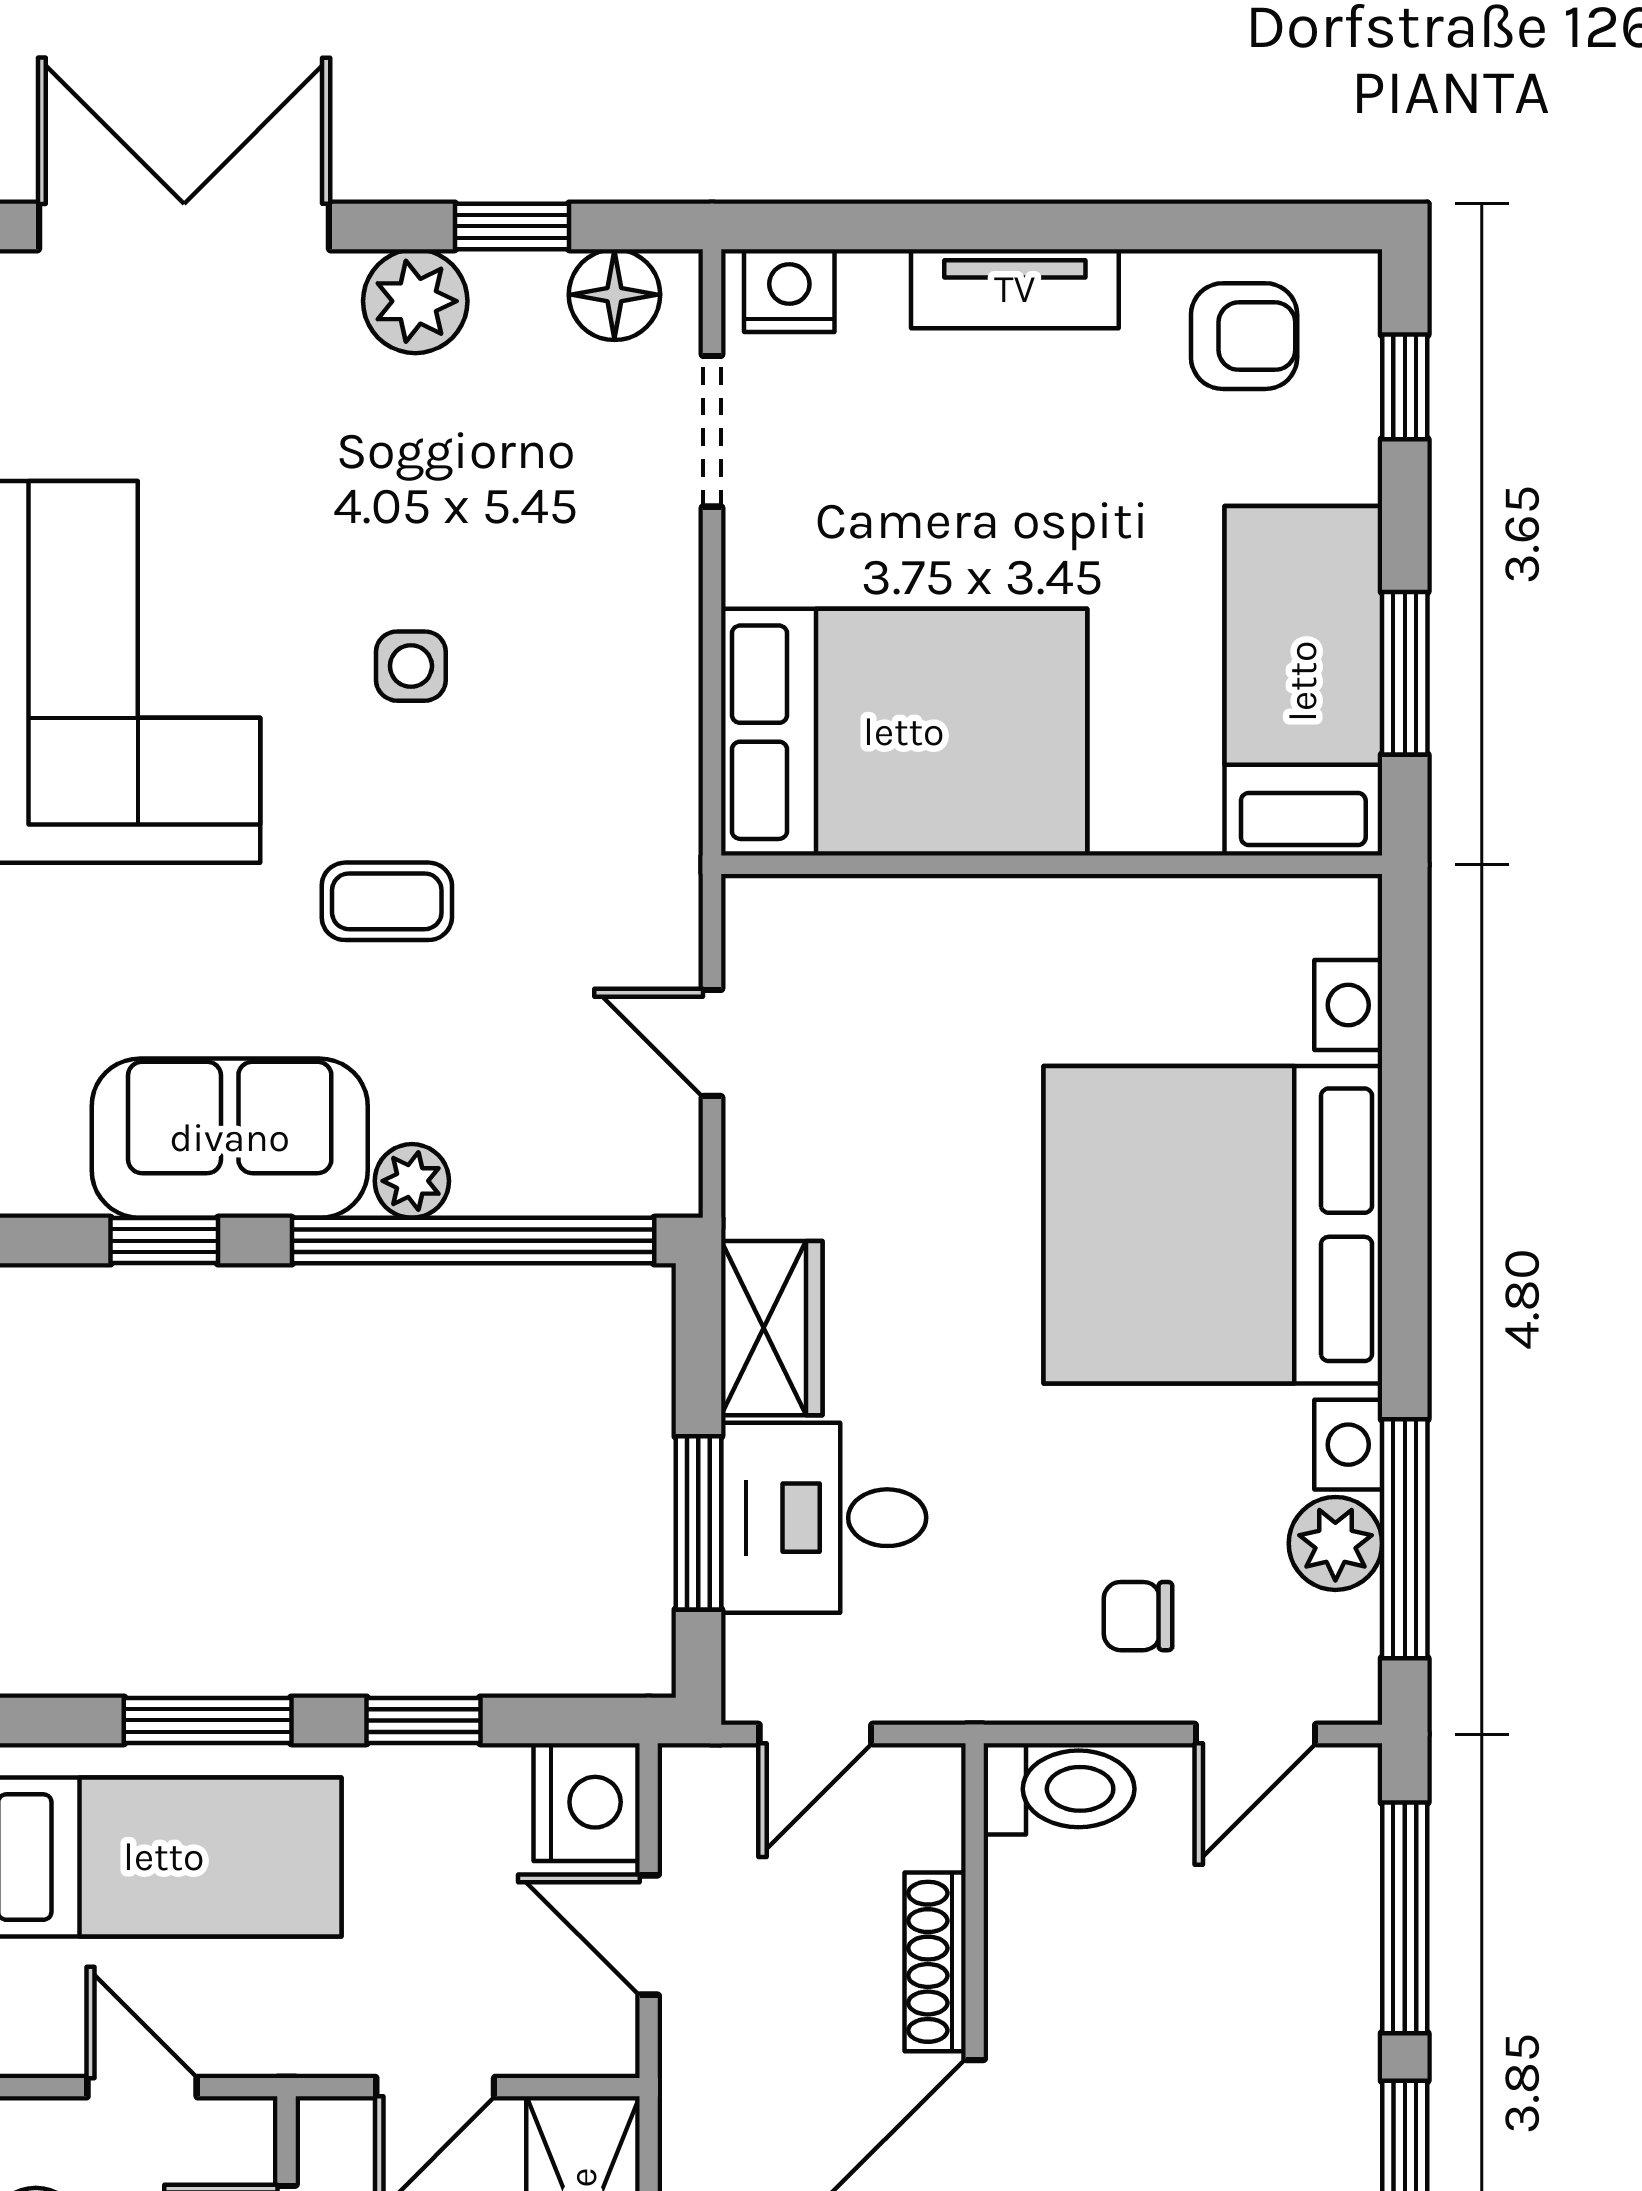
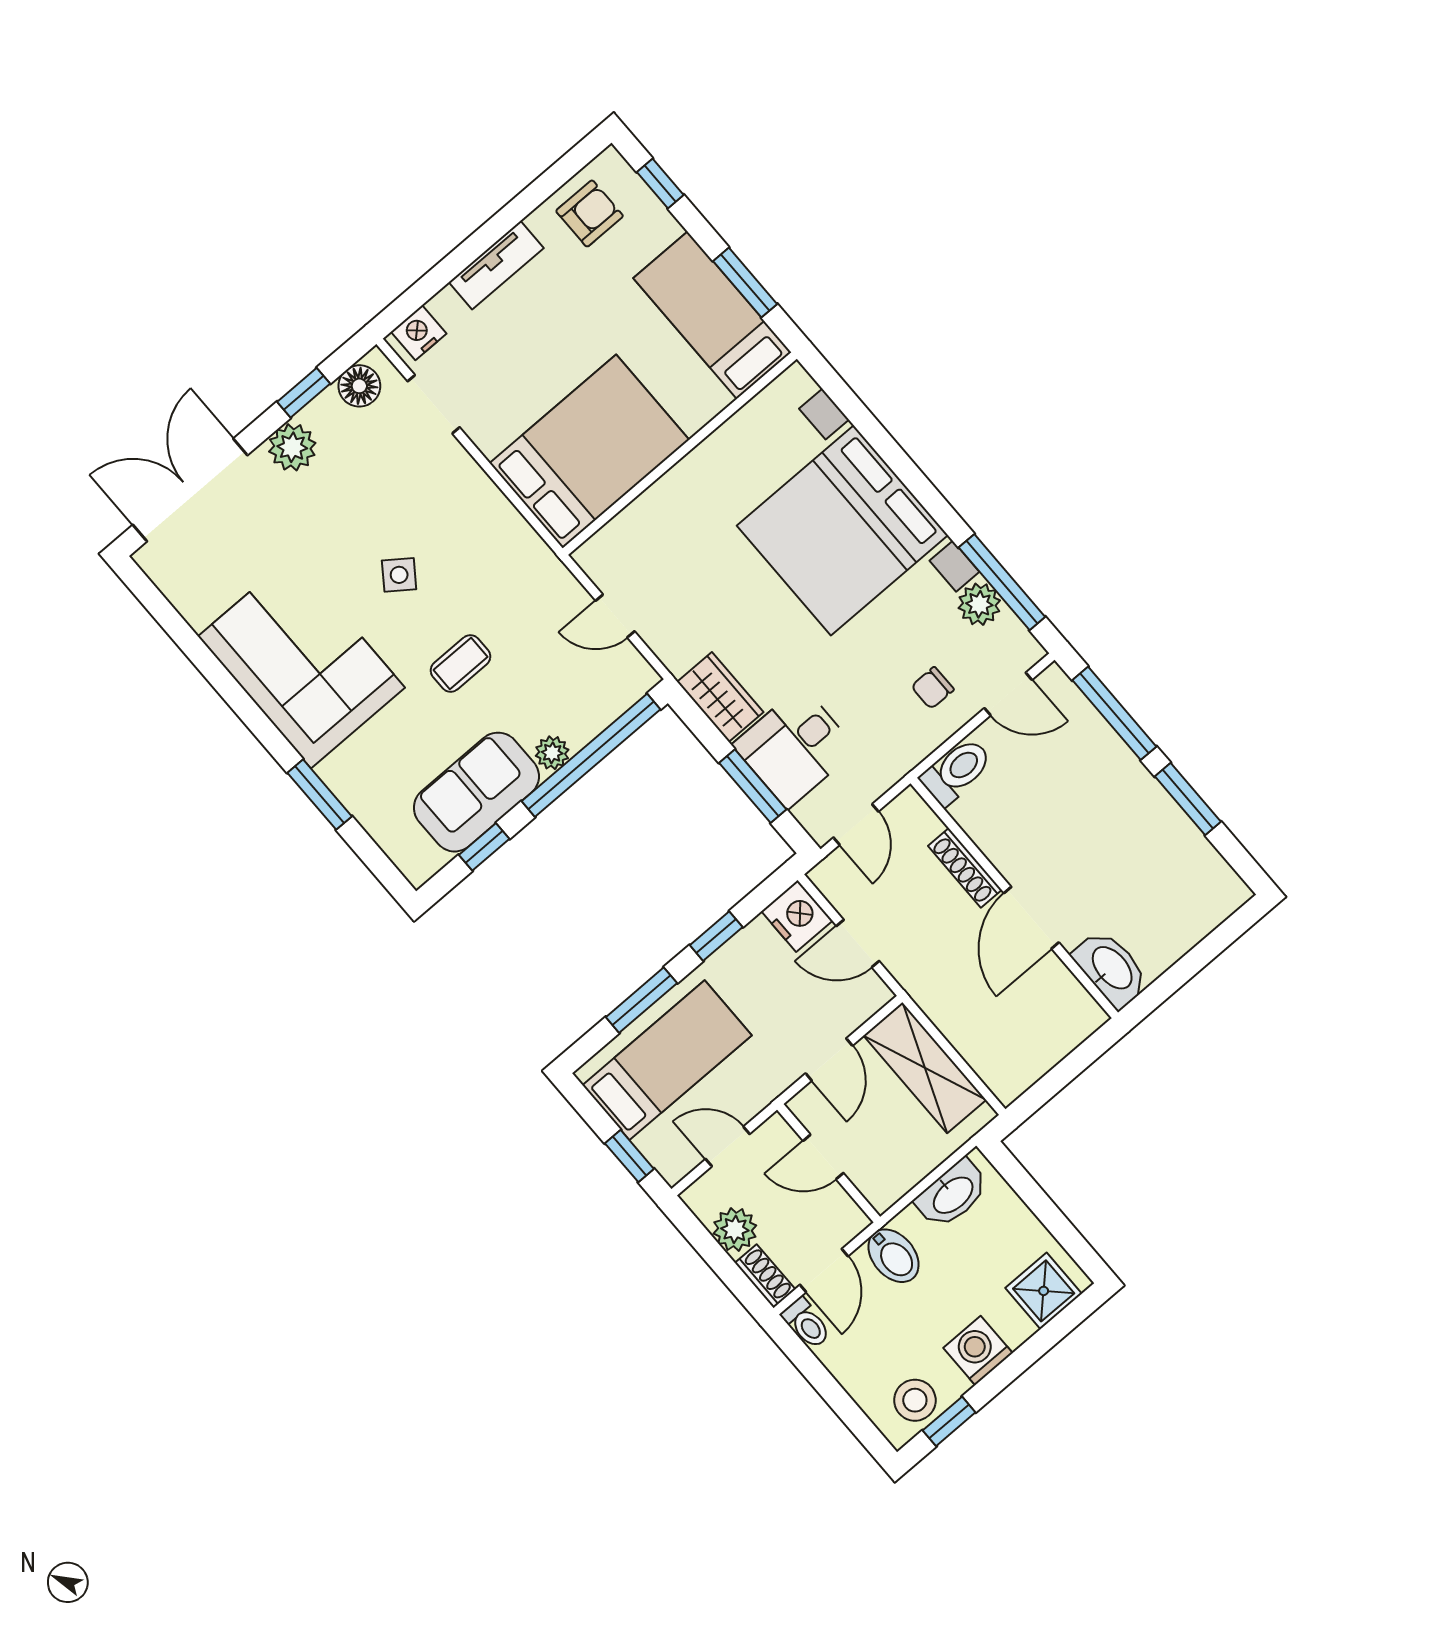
side table: (411, 666) -> (399, 575), turned 36
door: (1255, 1734) -> (1008, 694), hinge flipped

